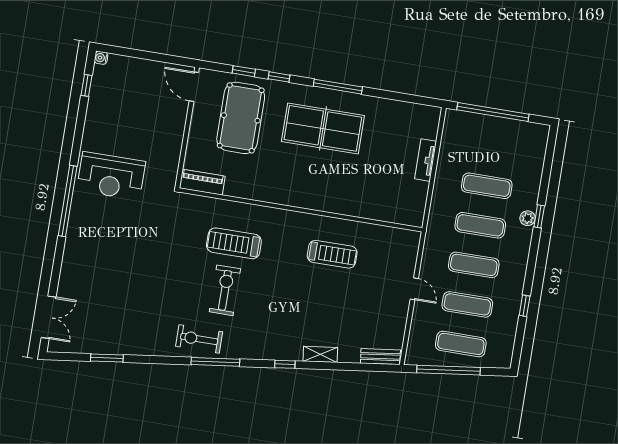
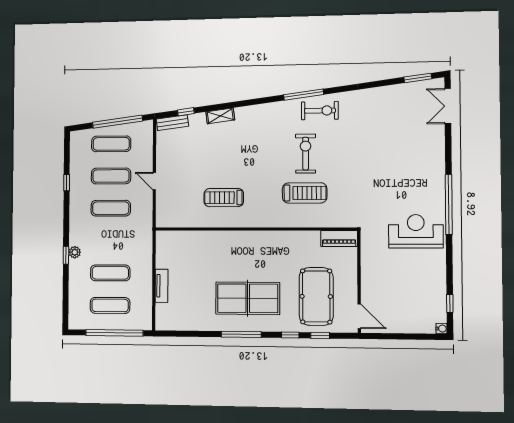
exercise mat: (480, 225) -> (110, 305), moved
exercise bike: (225, 290) -> (306, 154), turned 180
window: (107, 358) -> (418, 78), moved
window: (285, 364) -> (186, 112), moved

